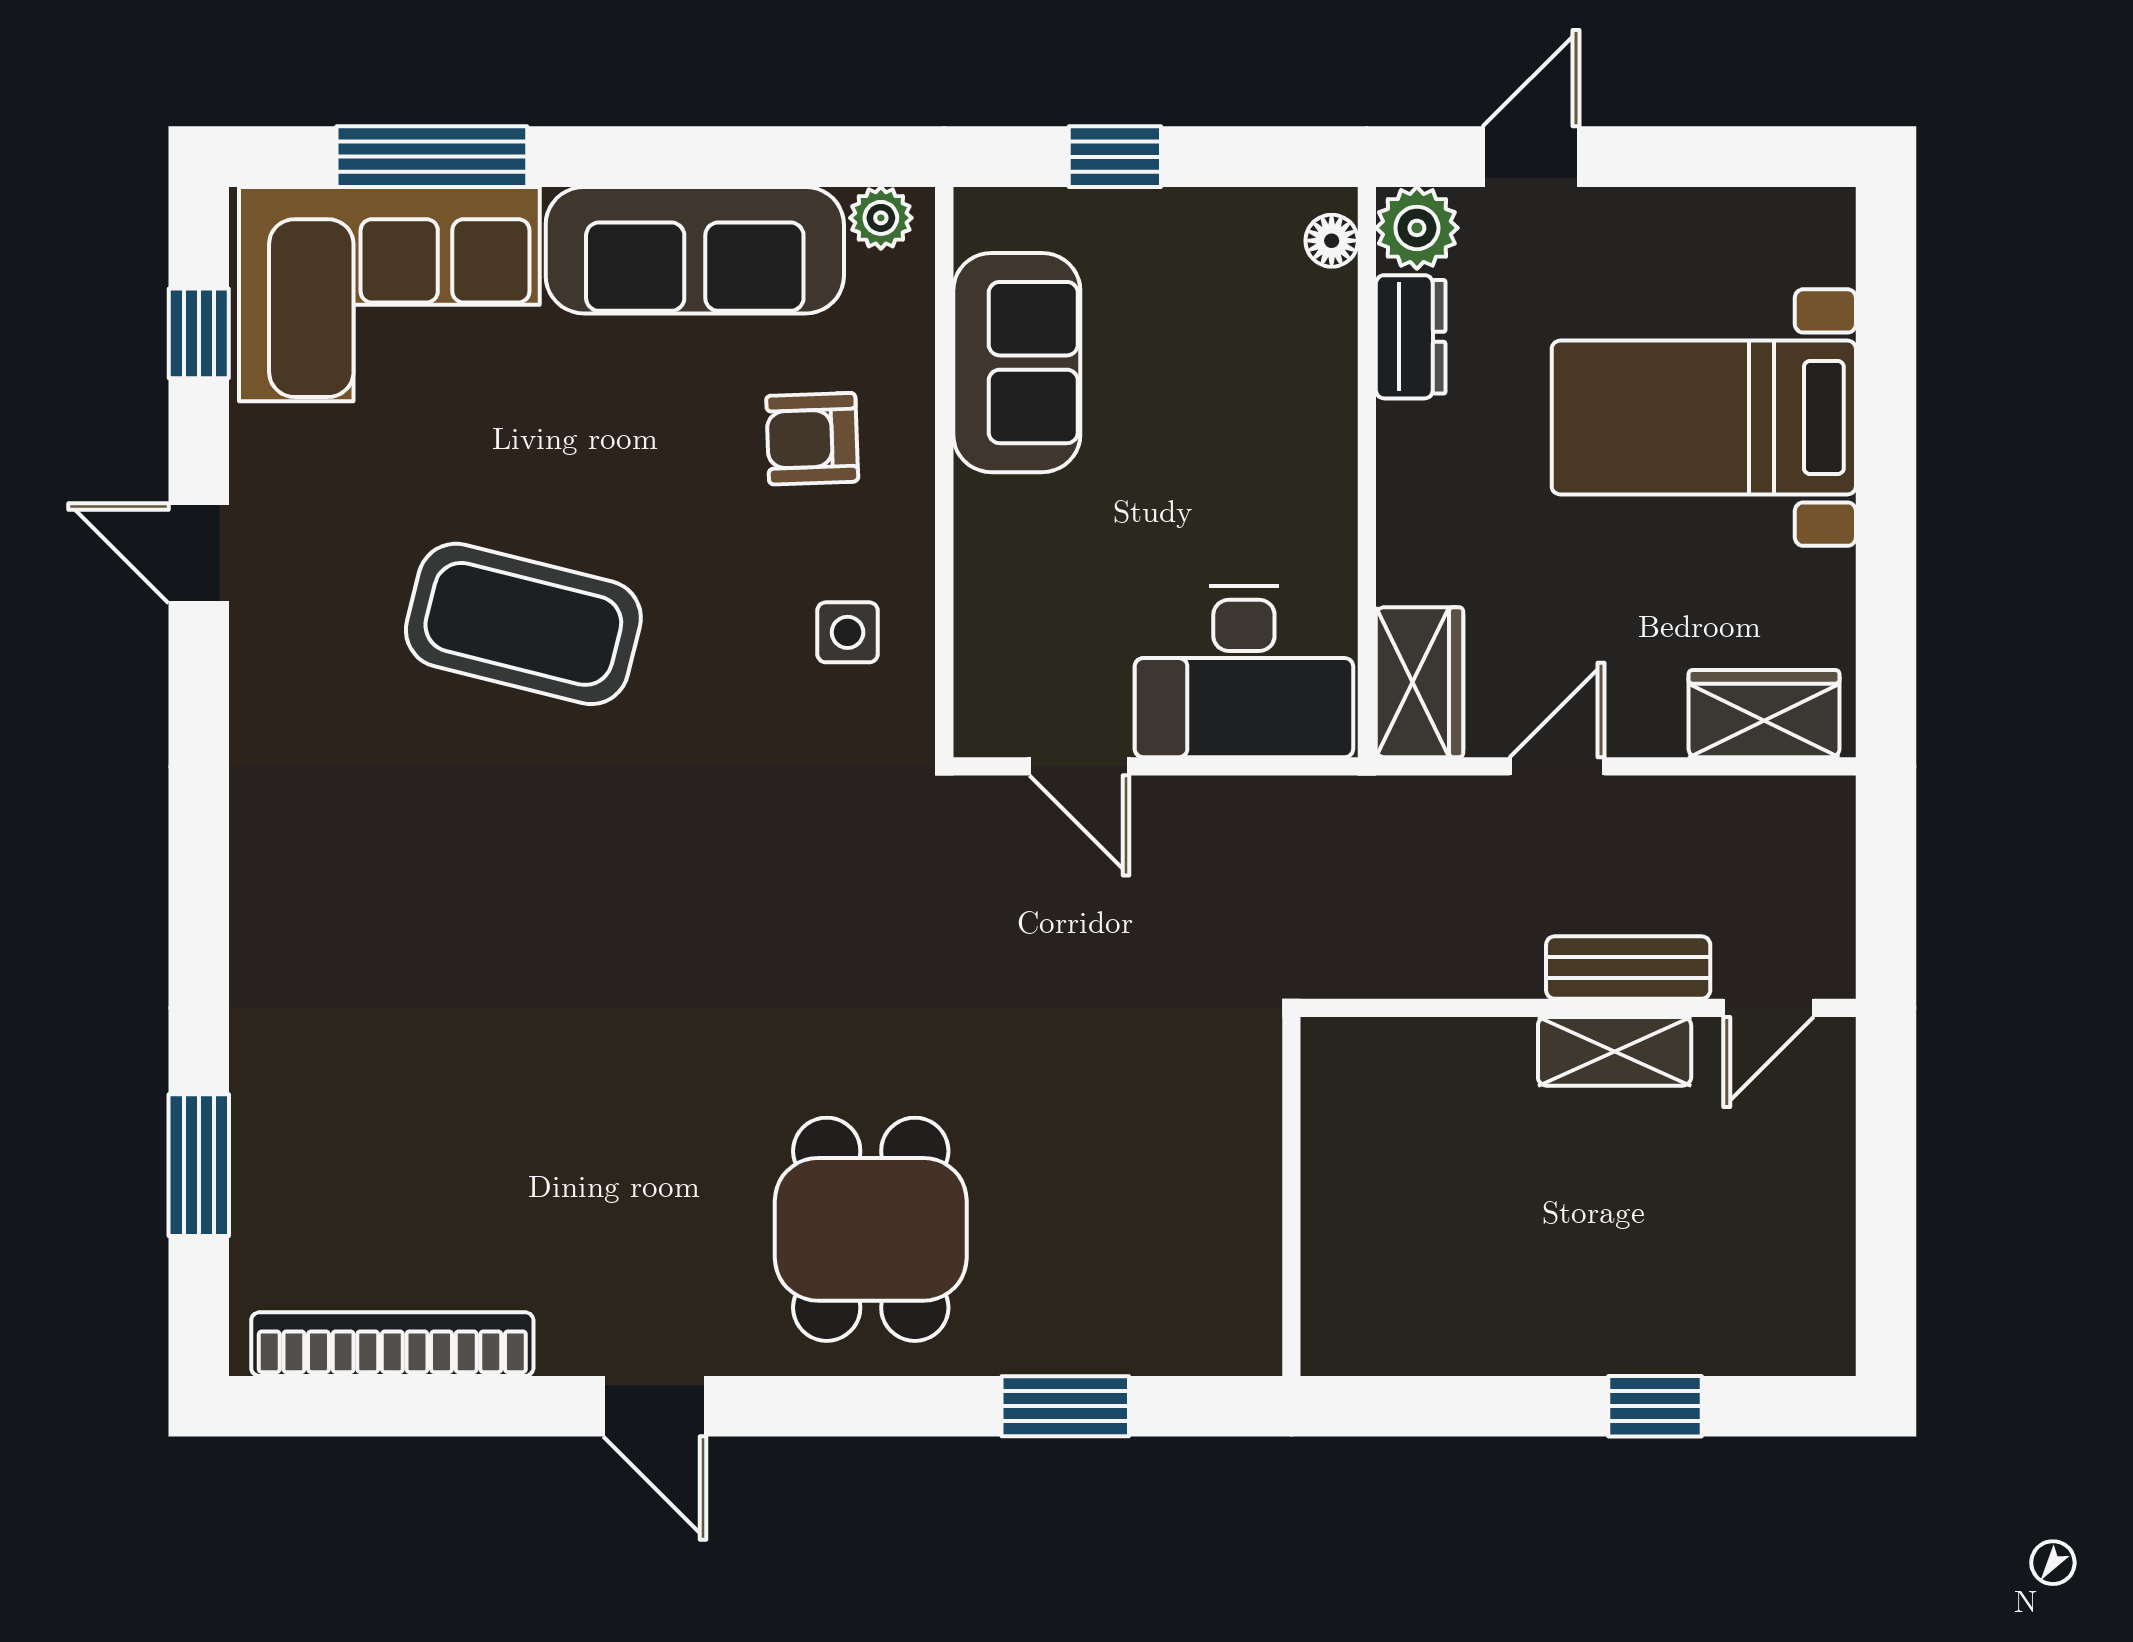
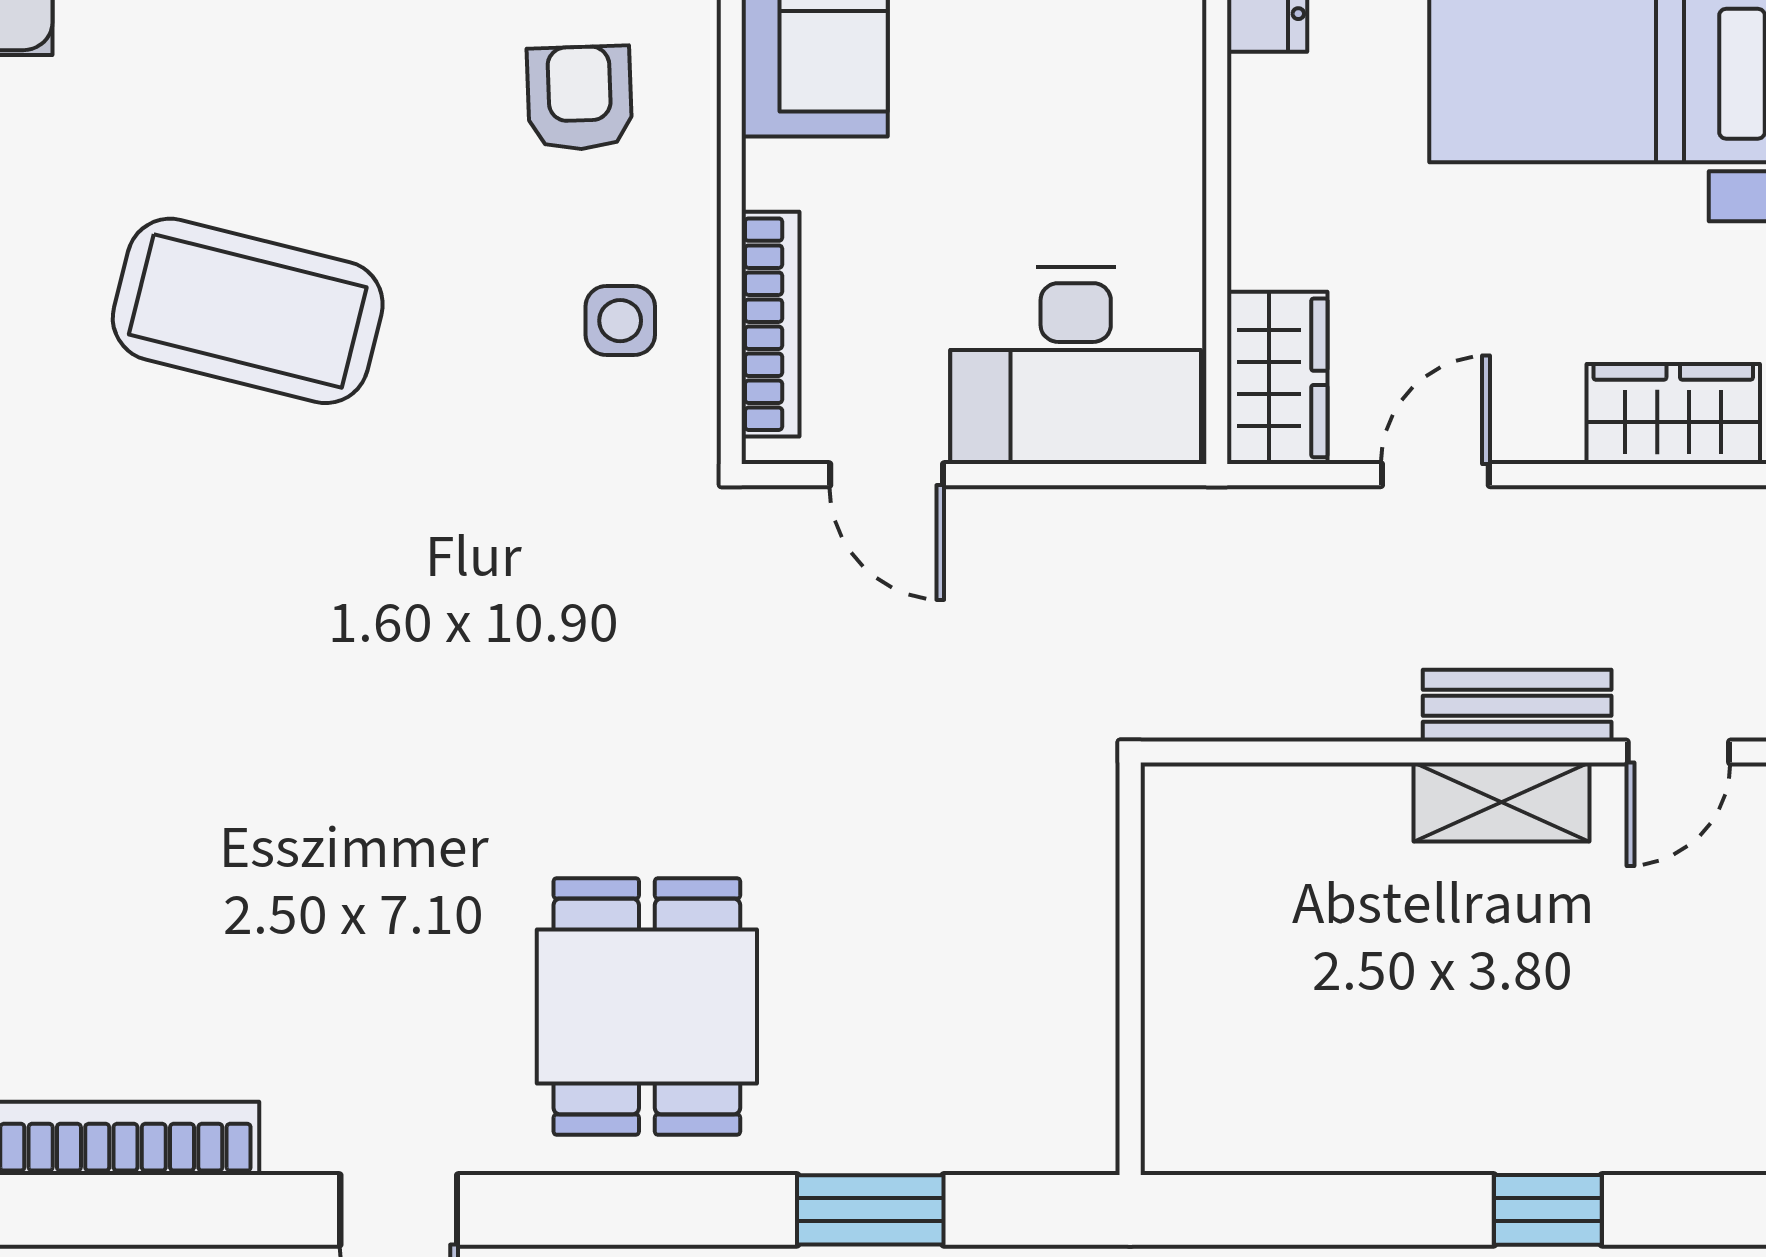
armchair: (812, 439) -> (580, 98), turned 90
bookcase: (978, 635) -> (771, 324), added

